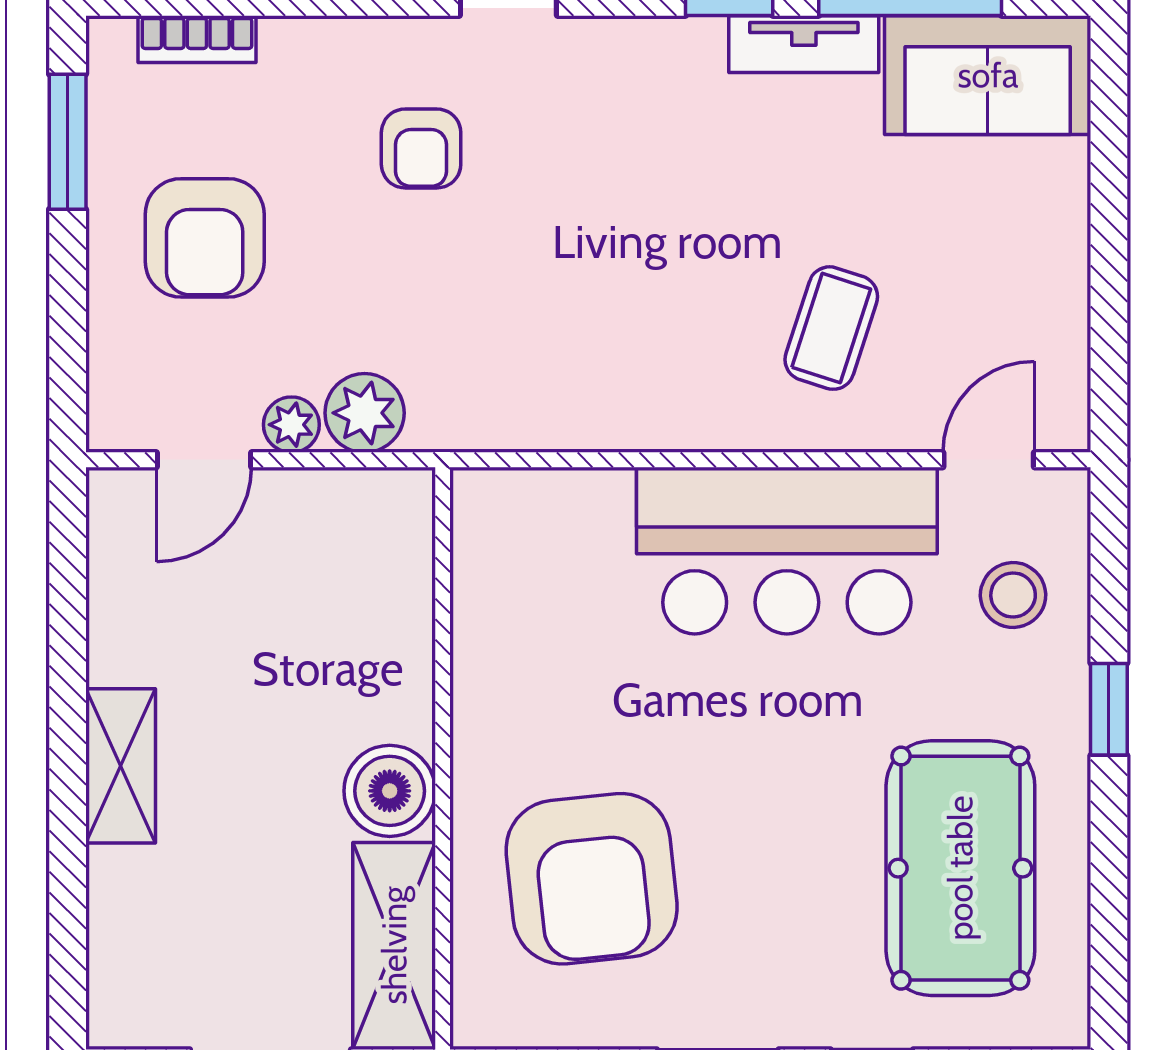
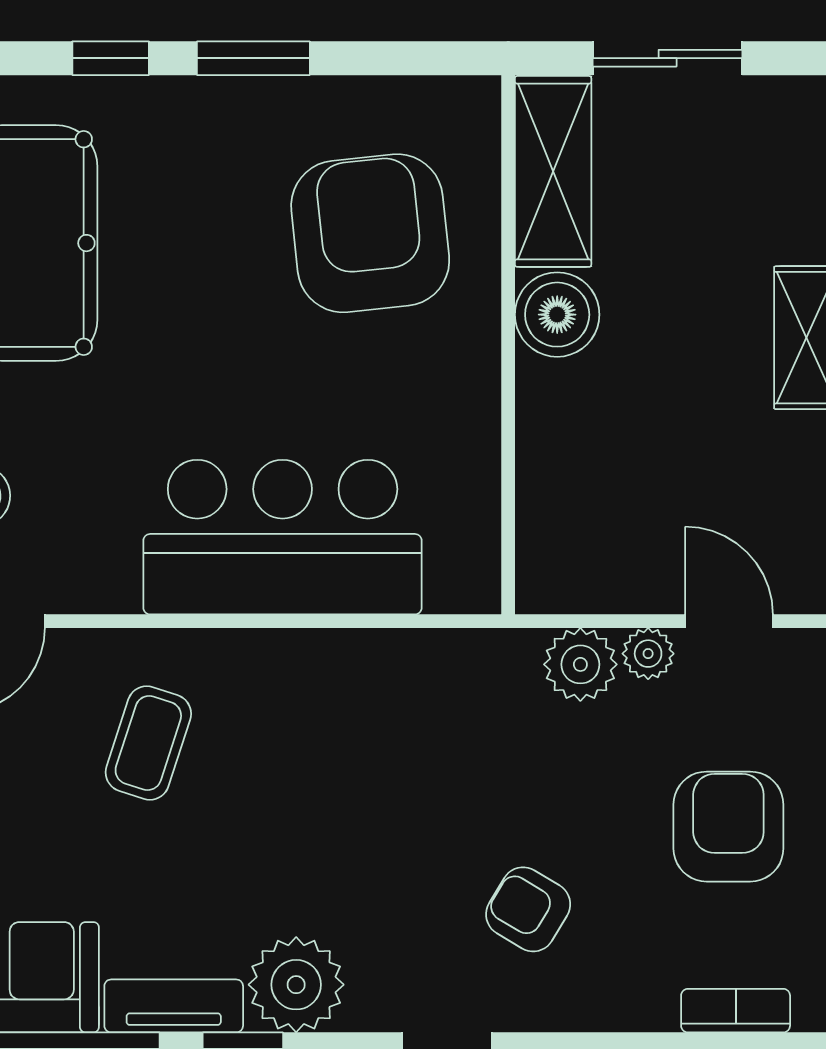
plant: (672, 67) -> (296, 985), added
armchair: (421, 148) -> (528, 909), turned -59
door: (204, 460) -> (729, 621), hinge flipped
bar counter: (787, 551) -> (283, 537), moved

